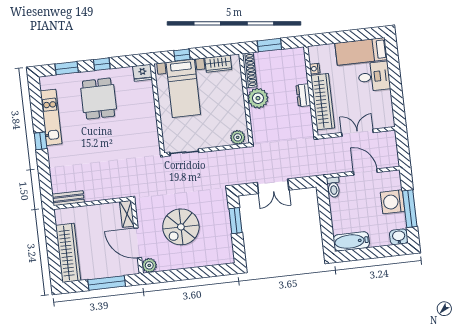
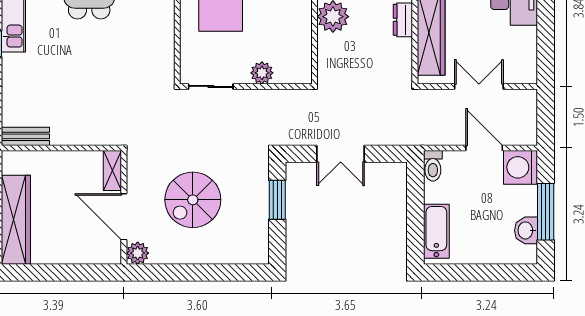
plant: (238, 137) -> (262, 73), moved
washing machine: (393, 202) -> (521, 167), moved
washbasin: (399, 237) -> (526, 230), moved, turned -90
bathtub: (351, 241) -> (436, 231), moved, turned 90
window: (107, 283) -> (69, 273), removed

